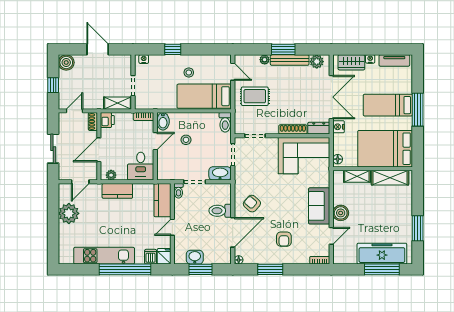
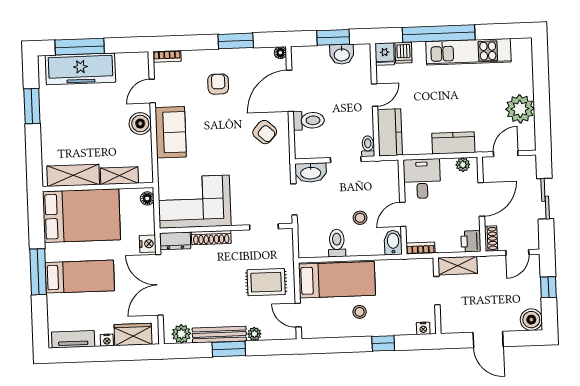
toilet: (225, 122) -> (337, 243), moved

